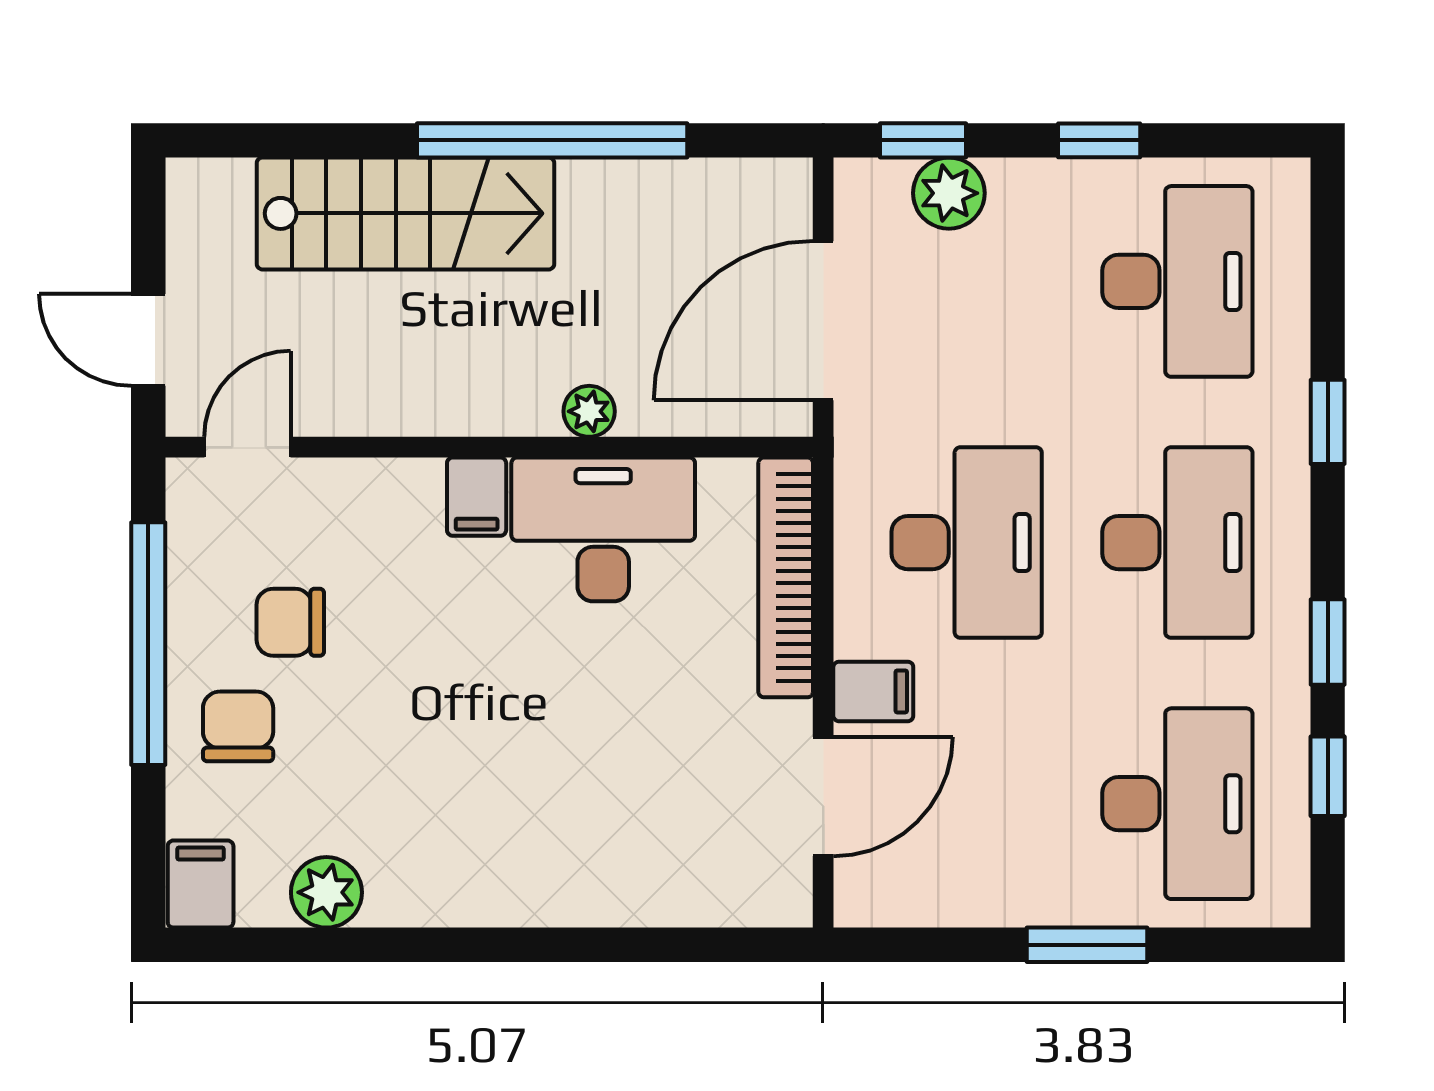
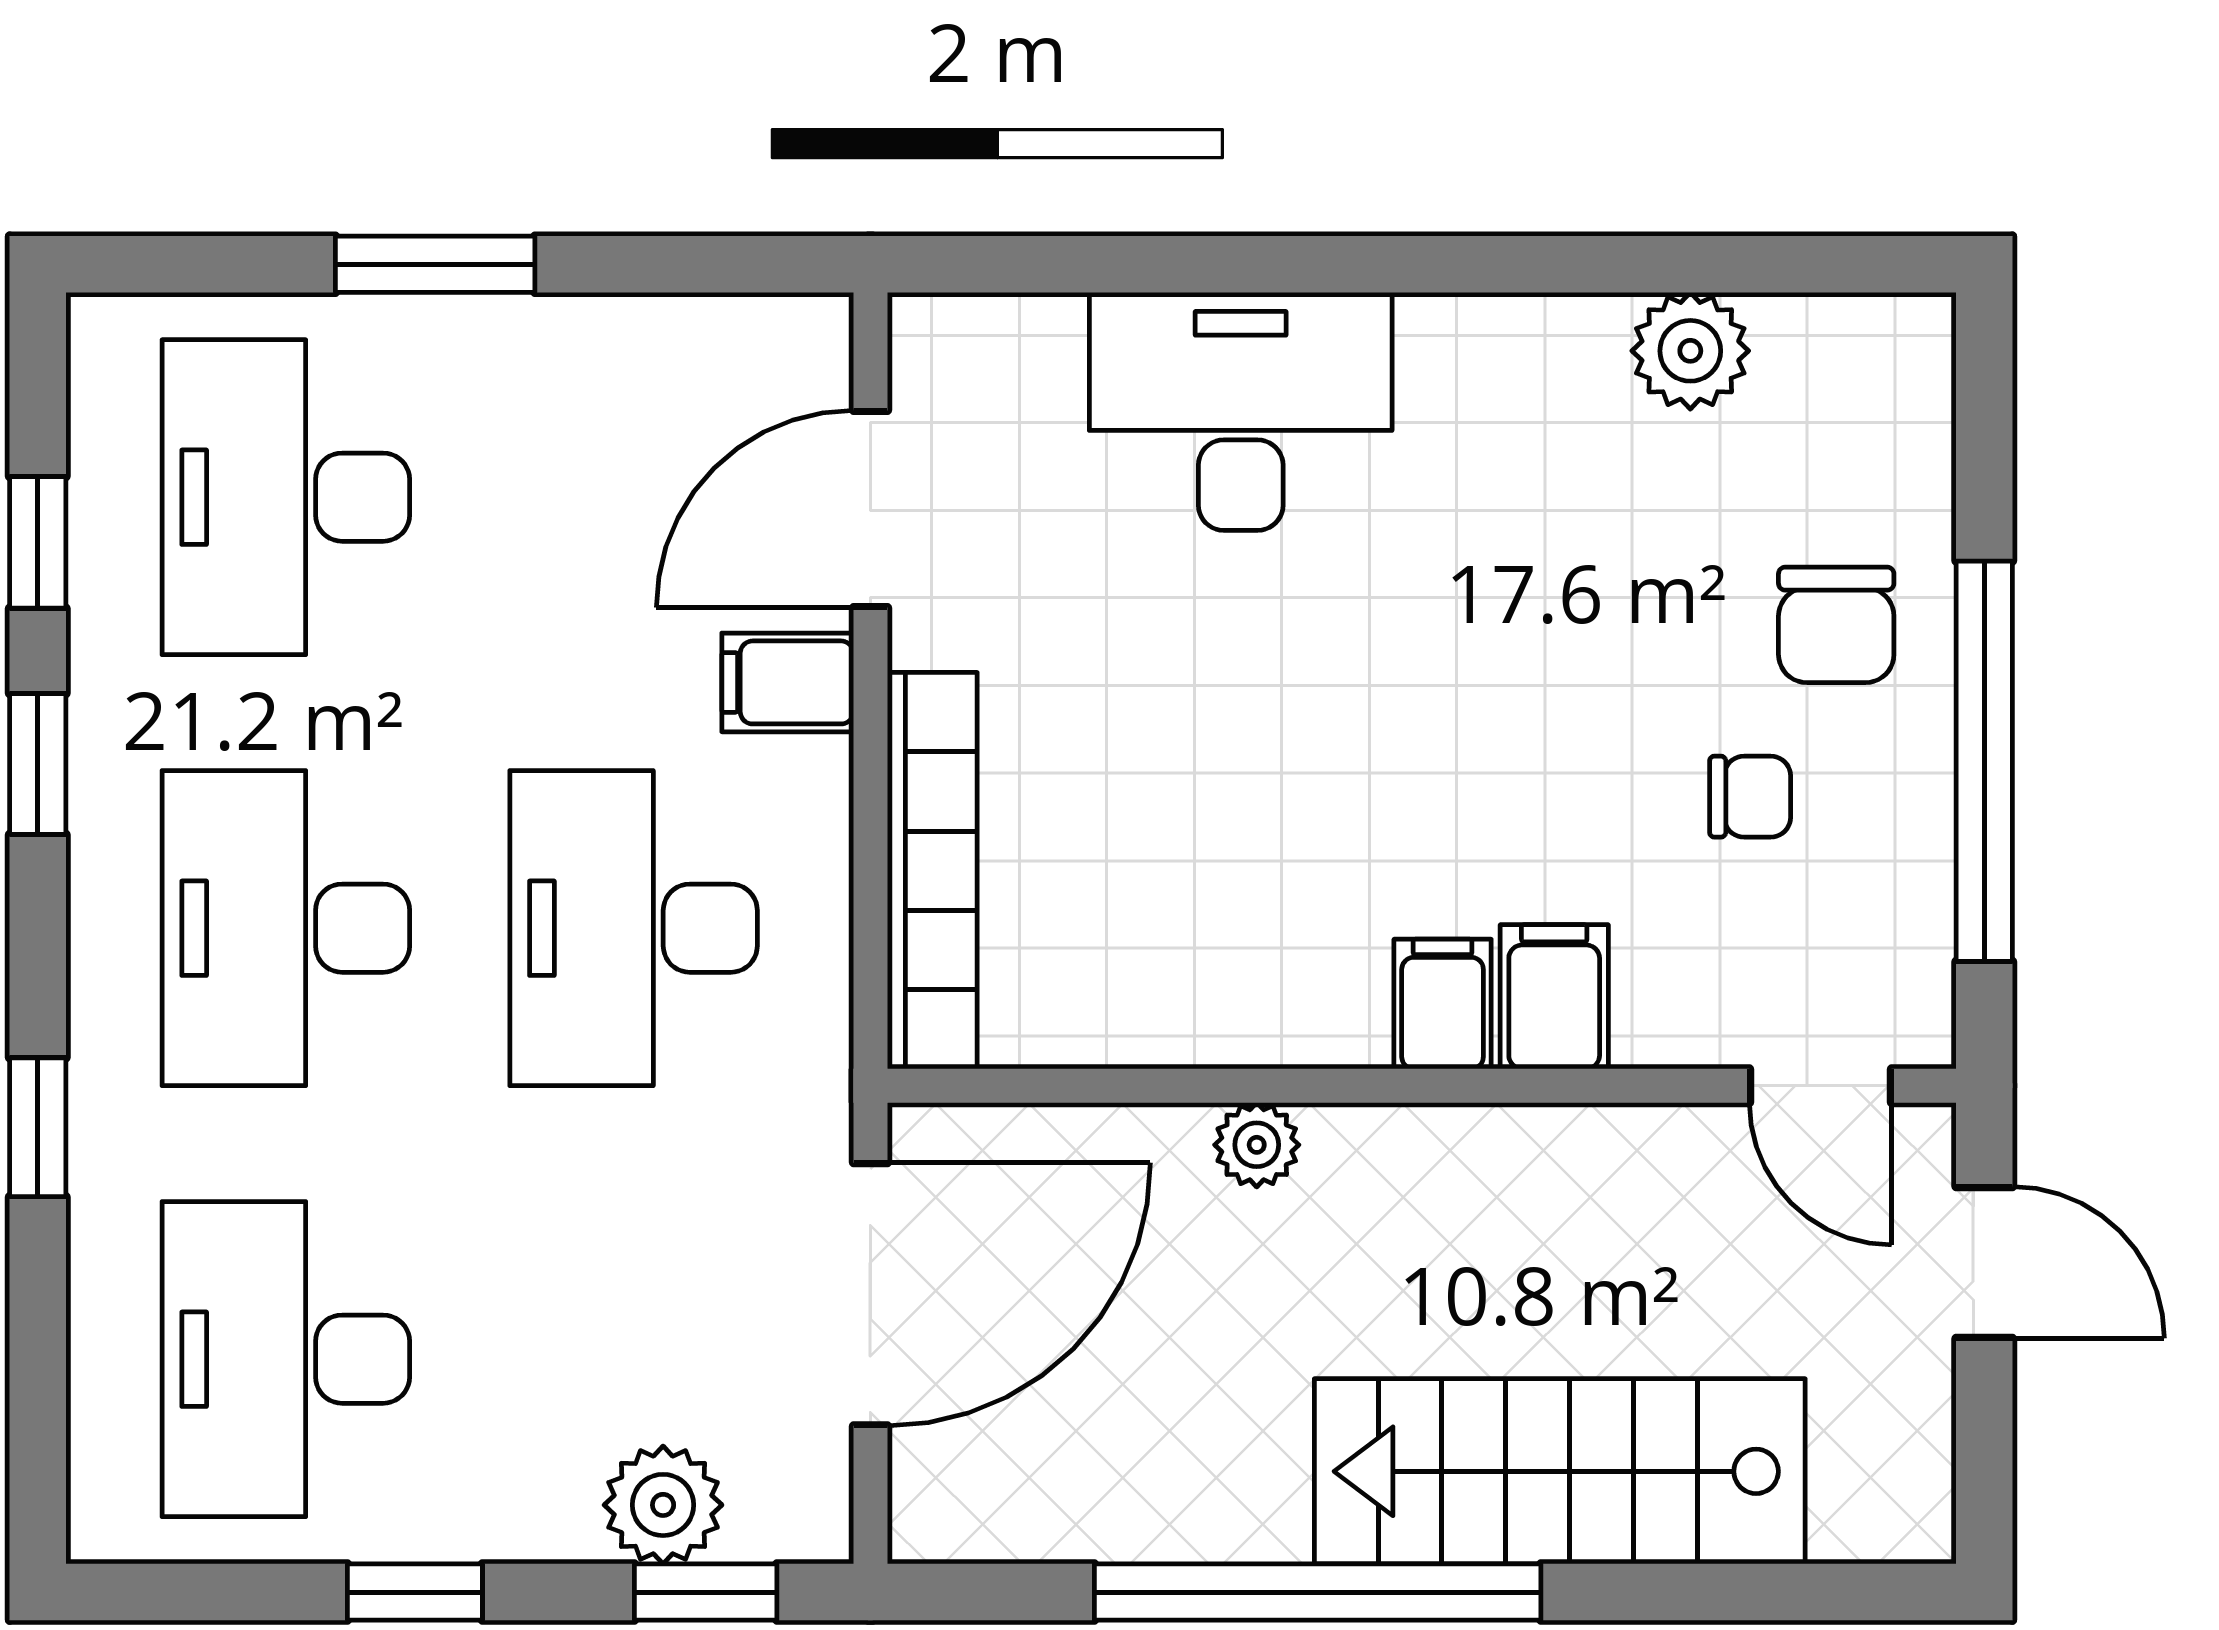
door: (248, 447) -> (1821, 1086), hinge flipped
desk: (603, 529) -> (1241, 411), moved, turned 180
chair: (290, 622) -> (1750, 797), width x0.73, depth x0.73
filing cabinet: (201, 884) -> (1554, 997), moved, turned 180

